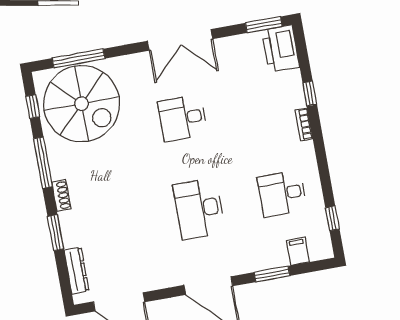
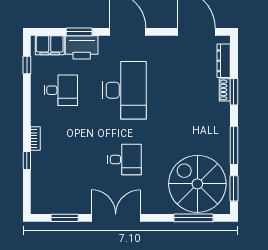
window: (264, 25) -> (65, 218), moved
printer: (281, 49) -> (82, 47), moved, turned 90
window: (33, 107) -> (234, 188), width x1.50
shoe rack: (61, 195) -> (225, 90), moved
desk: (199, 209) -> (124, 90), width x1.36, depth x1.30
filing cabinet: (298, 251) -> (50, 45), width x2.00

